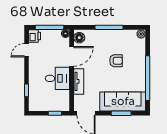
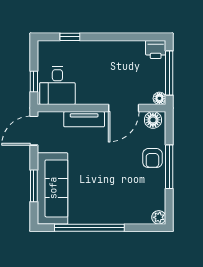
door: (27, 50) -> (133, 37), removed
door: (72, 56) -> (124, 108), hinge flipped
armchair: (116, 61) -> (152, 158), moved
desk: (57, 78) -> (57, 86), moved

